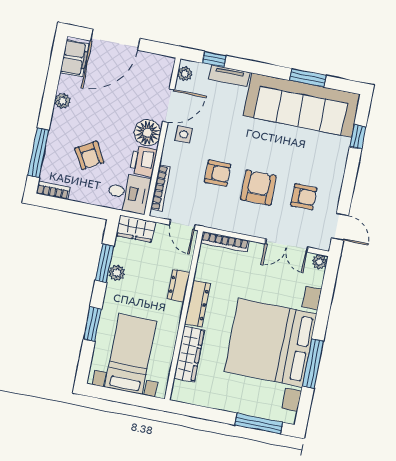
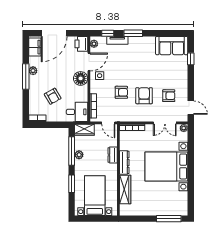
window: (308, 78) -> (133, 33), moved
sofa: (302, 105) -> (172, 46), width x0.54, depth x0.79
window: (38, 153) -> (26, 76), moved
printer: (143, 161) -> (81, 44), moved
window: (104, 263) -> (72, 151), width x1.44
bed with nightstands: (271, 343) -> (166, 166), width x0.73
window: (313, 363) -> (191, 182), removed

